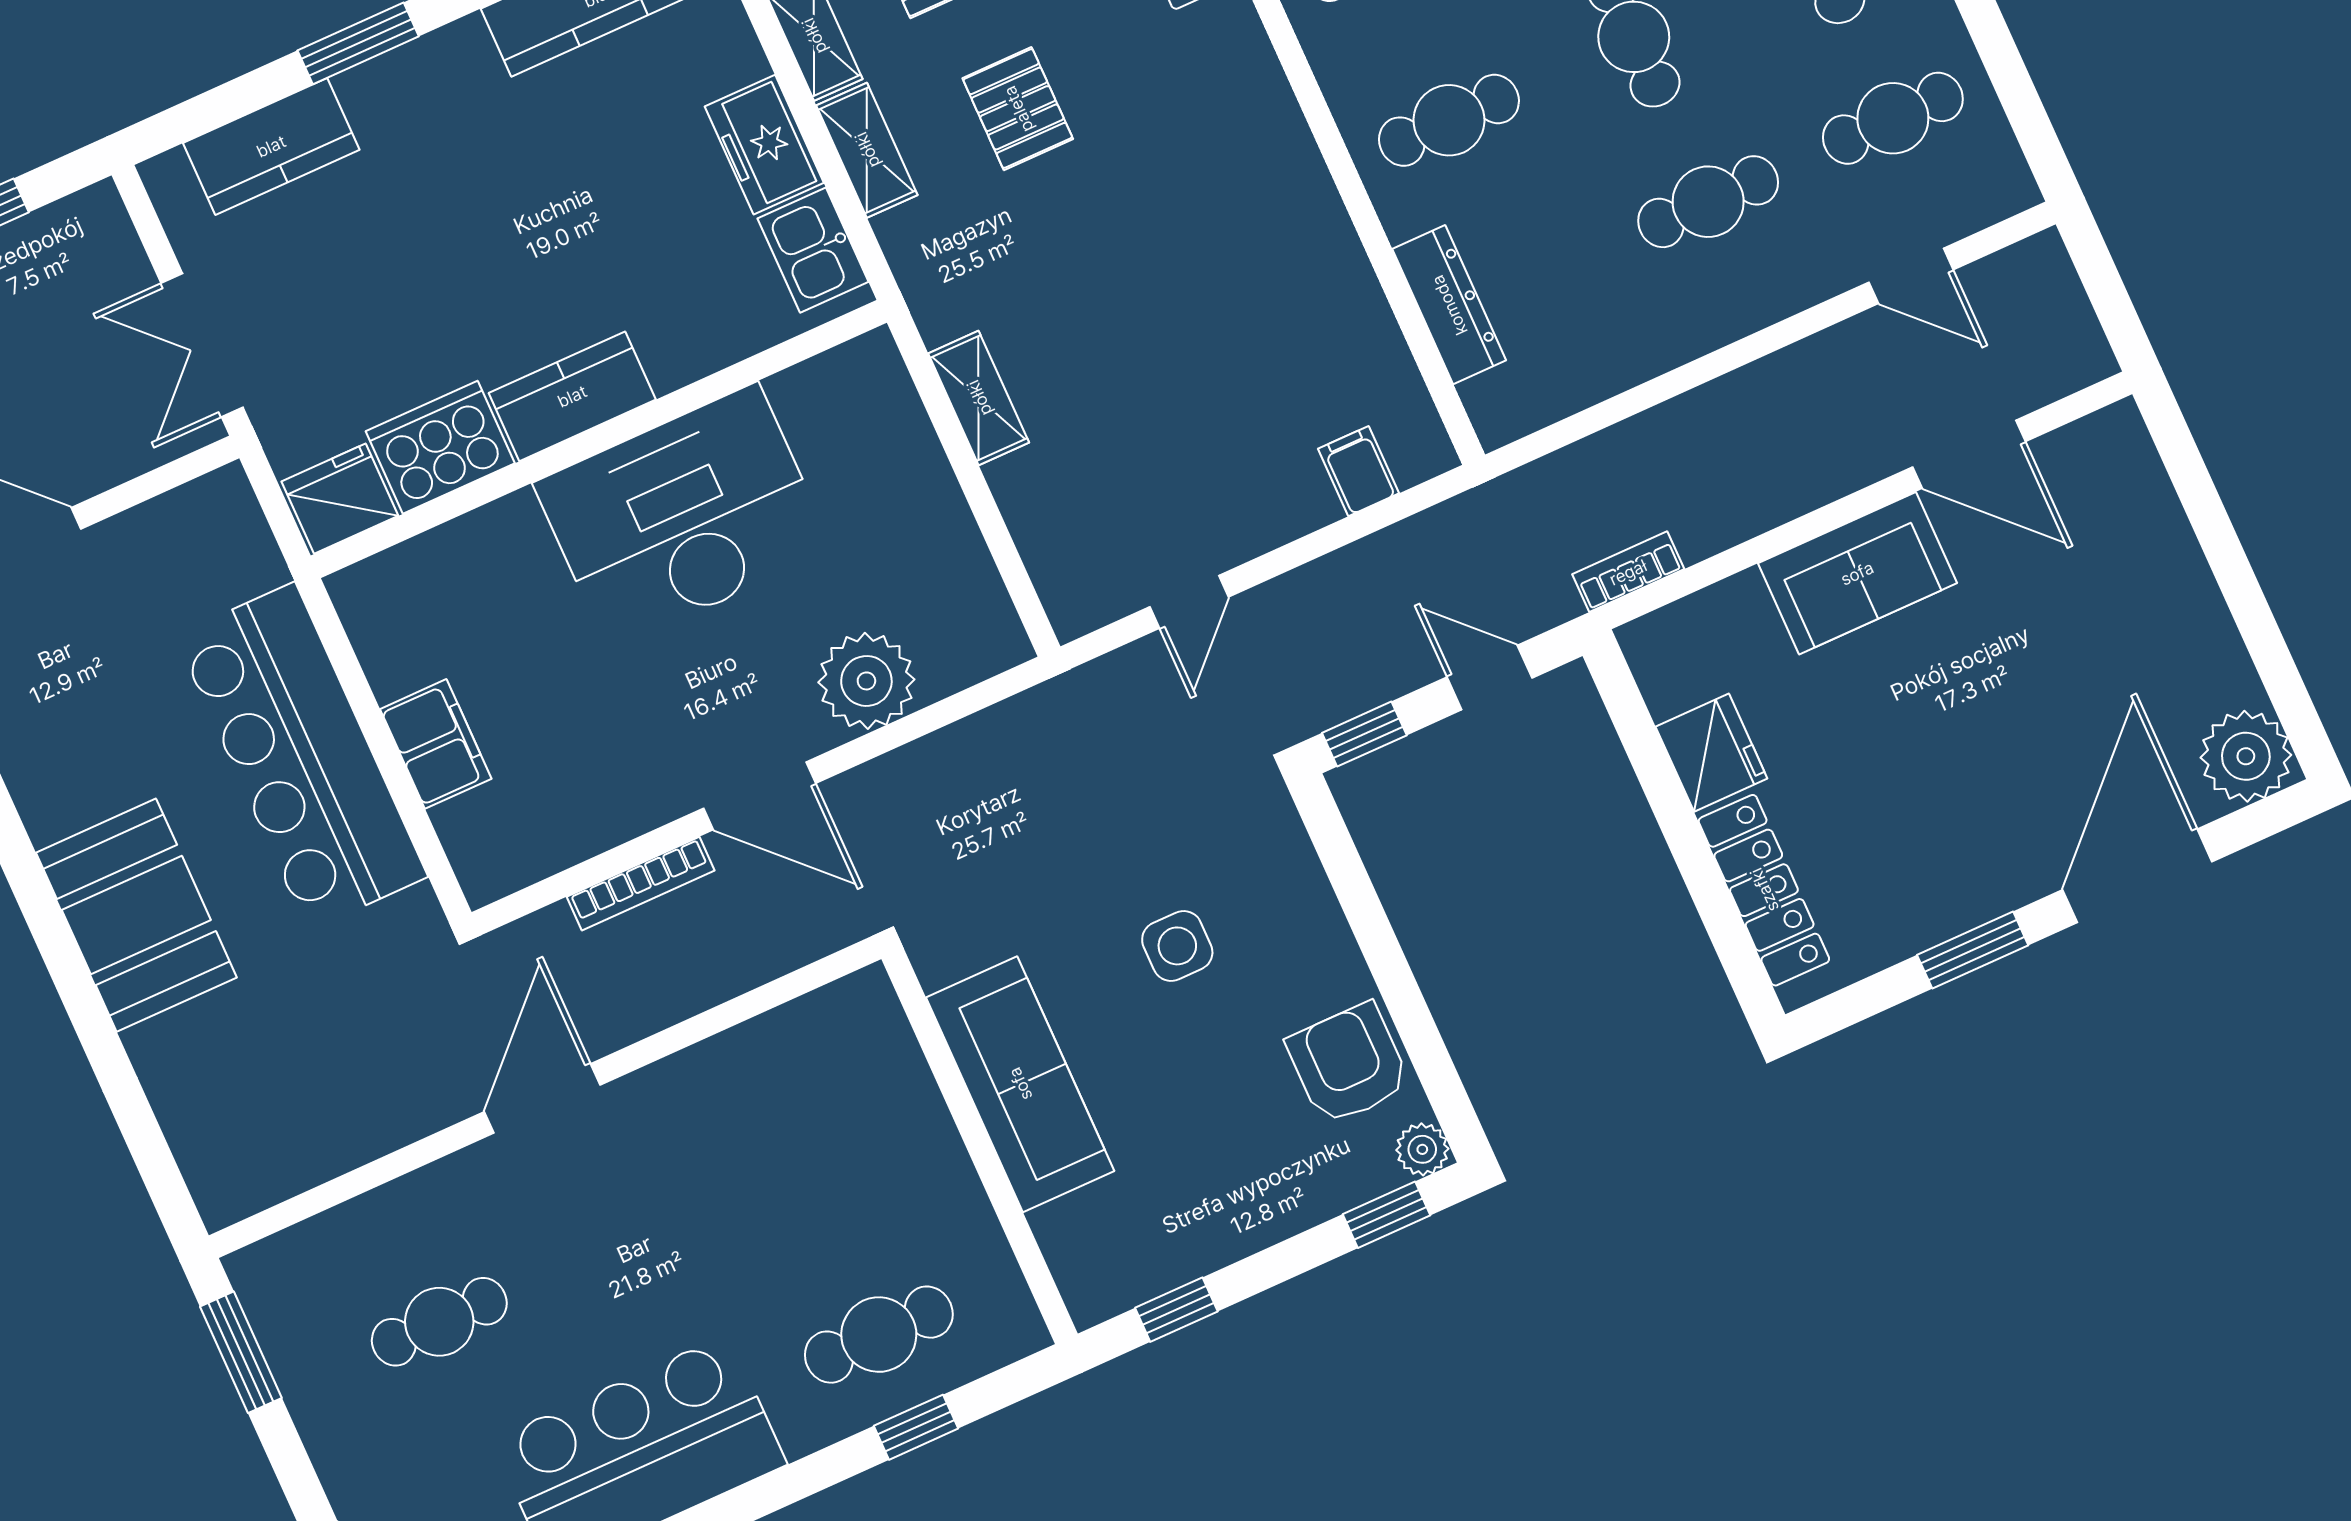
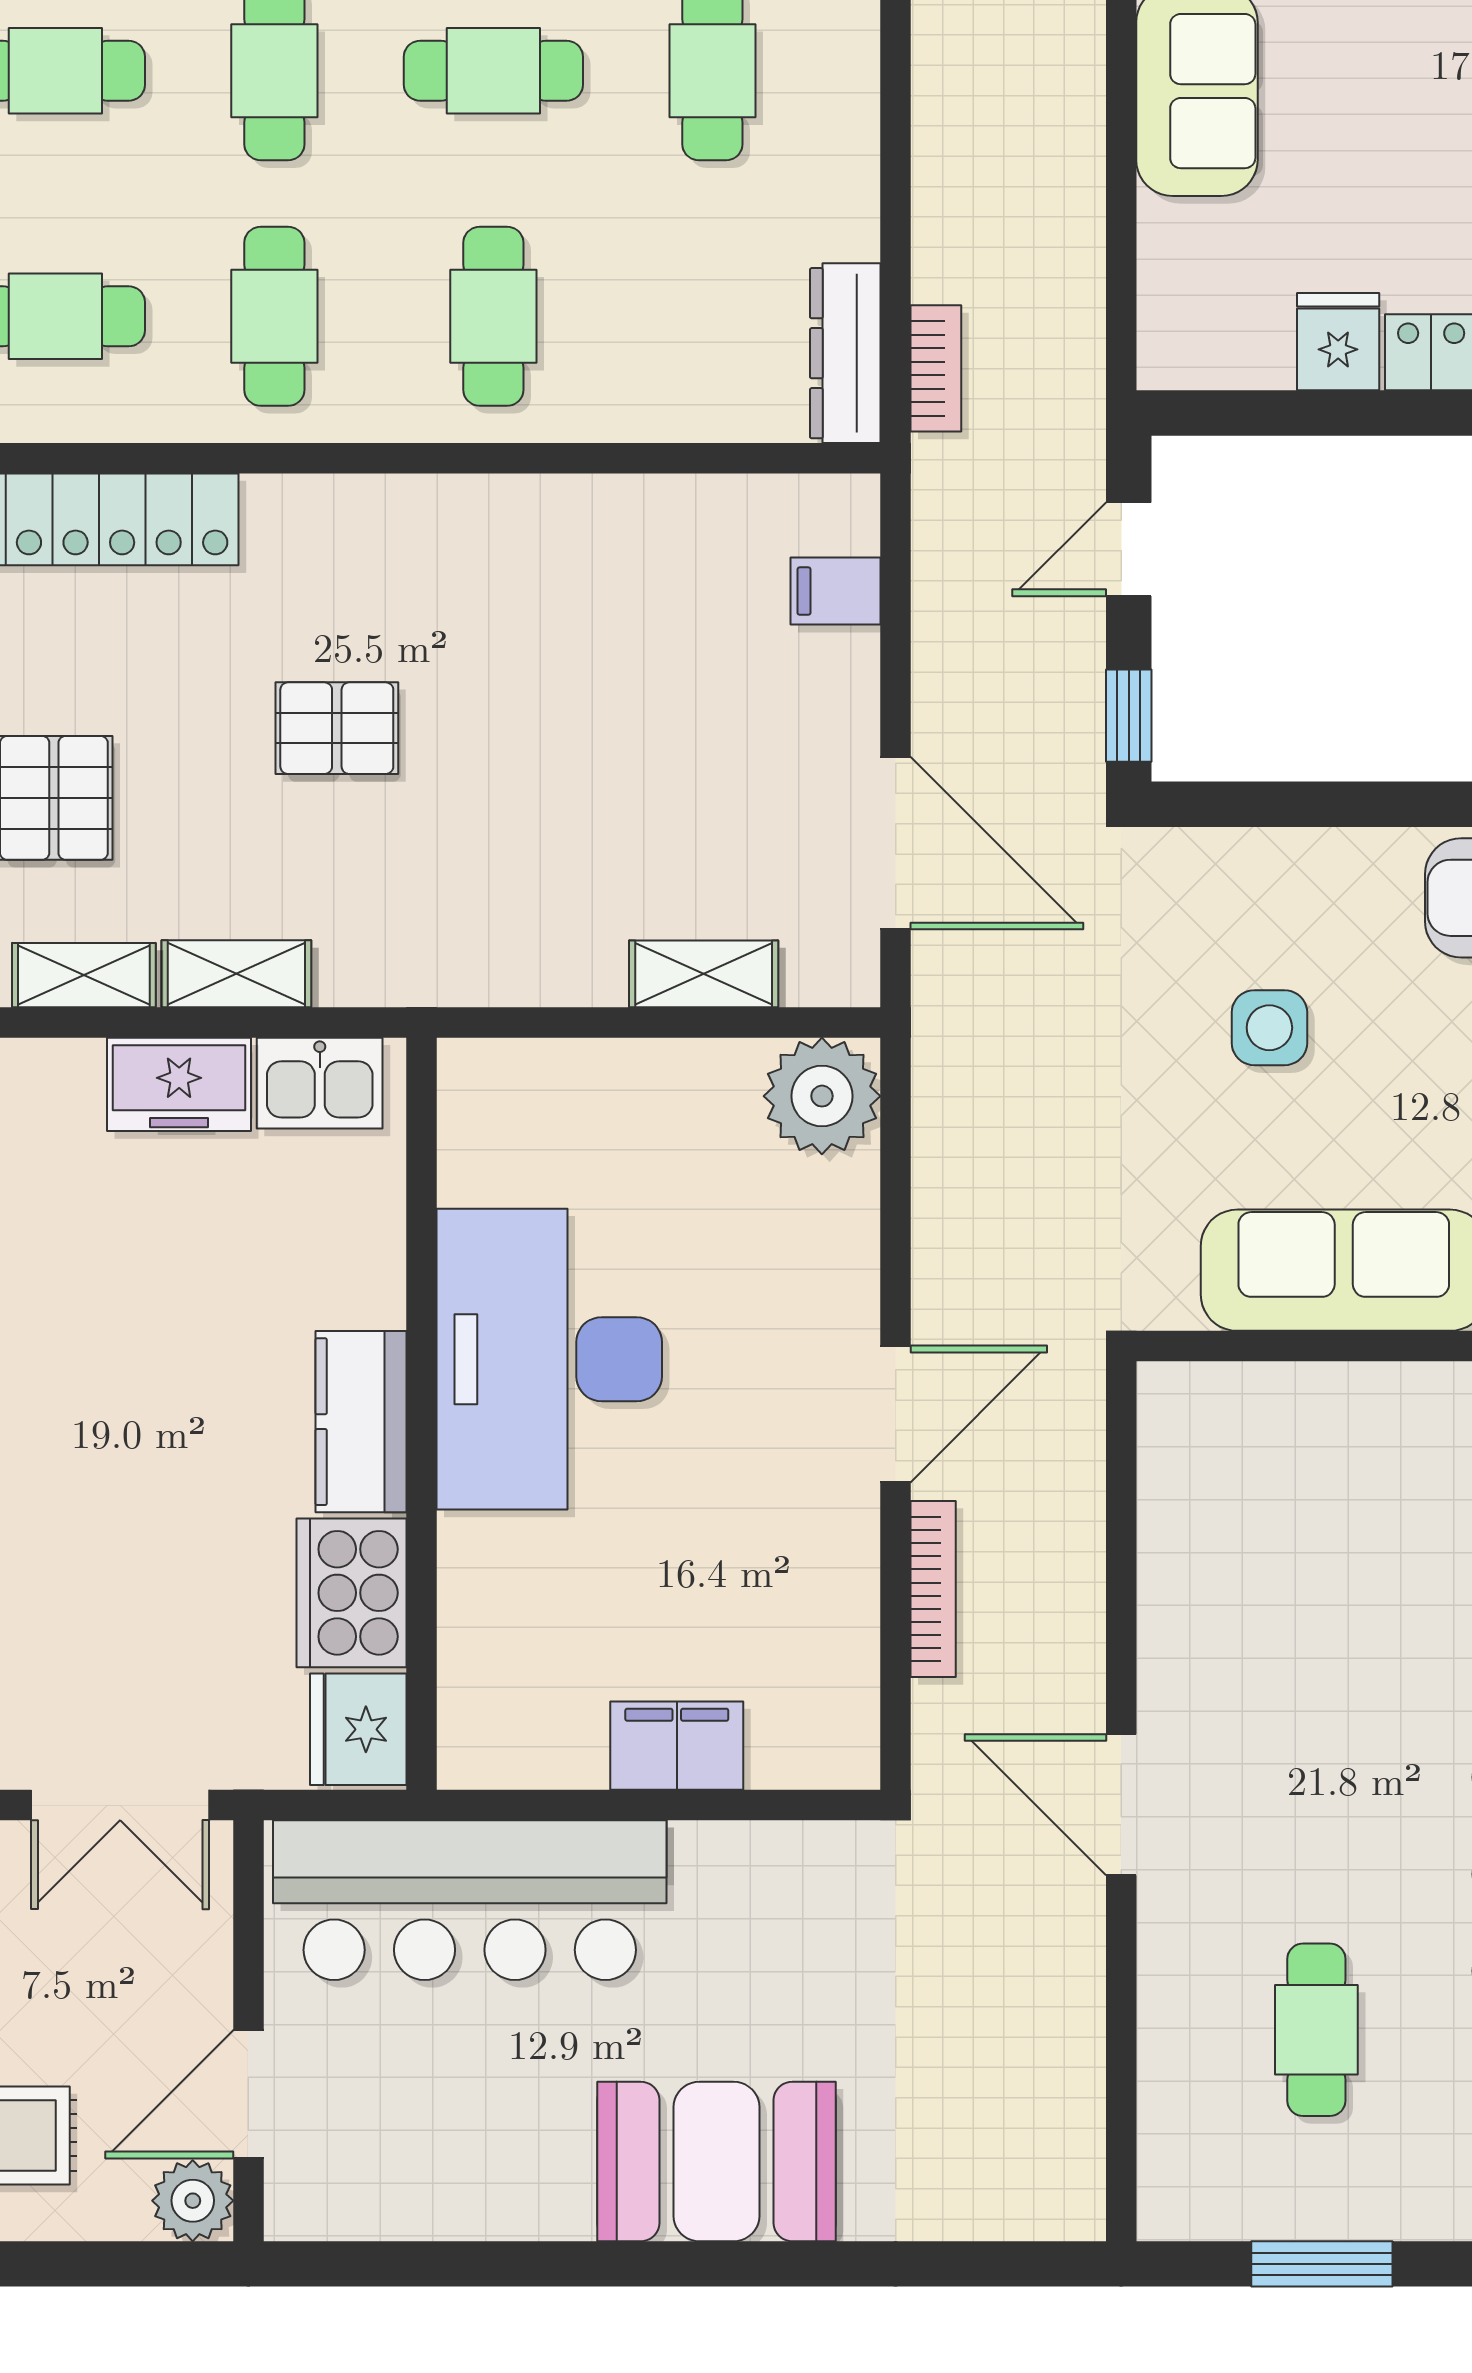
pallet: (1018, 109) -> (337, 728), moved
dresser: (1449, 305) -> (845, 353), moved, turned -90
shelving: (979, 398) -> (704, 974), moved
bookcase: (1628, 572) -> (936, 368), moved, turned 180
door: (1189, 602) -> (896, 843), width x1.88
plant: (866, 681) -> (822, 1096), moved
fridge: (1711, 753) -> (1338, 342), width x0.72
bar counter: (301, 756) -> (470, 1900), moved
window: (241, 1352) -> (1322, 2264), moved

